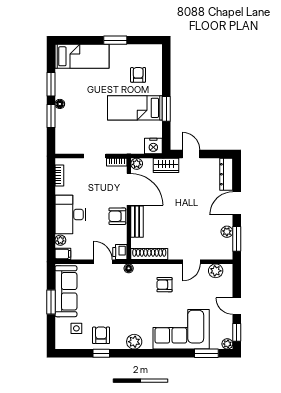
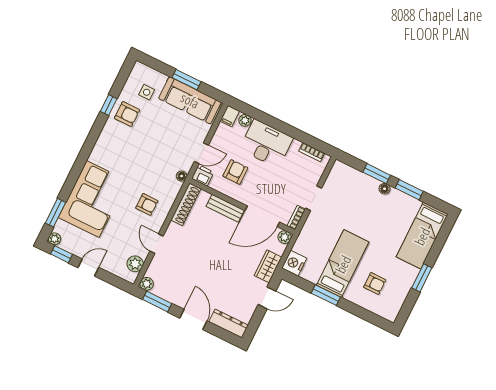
armchair: (117, 216) -> (235, 172), moved
plant: (227, 232) -> (147, 284), moved
armchair: (164, 285) -> (147, 204), turned 90
plant: (134, 342) -> (104, 145), removed

